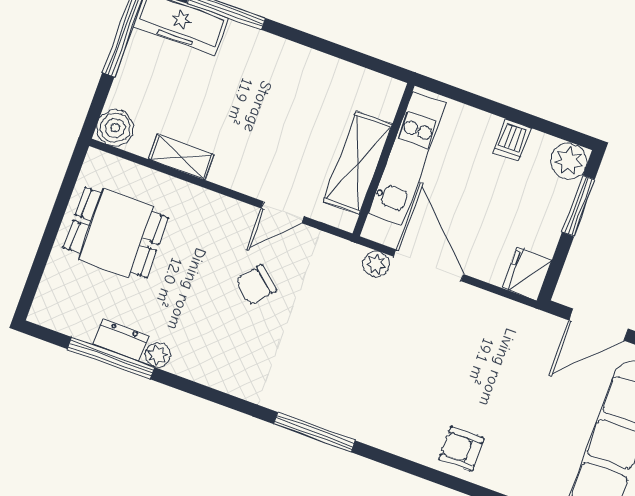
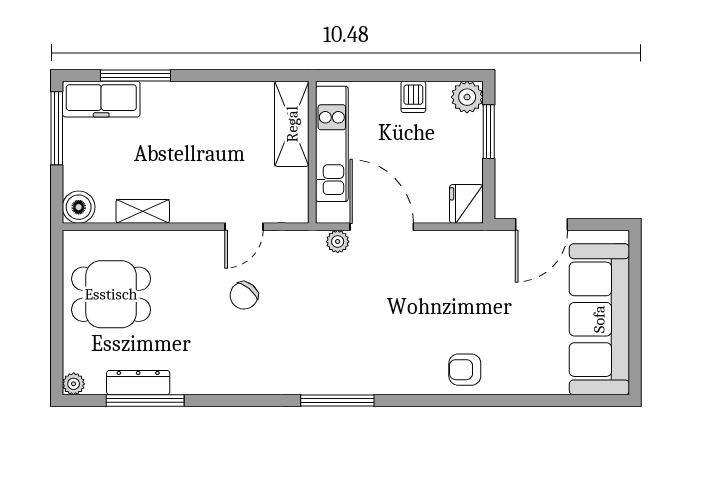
shelving: (358, 163) -> (292, 124), moved
dresser: (121, 340) -> (138, 383), width x1.44
plant: (158, 355) -> (74, 384), moved

